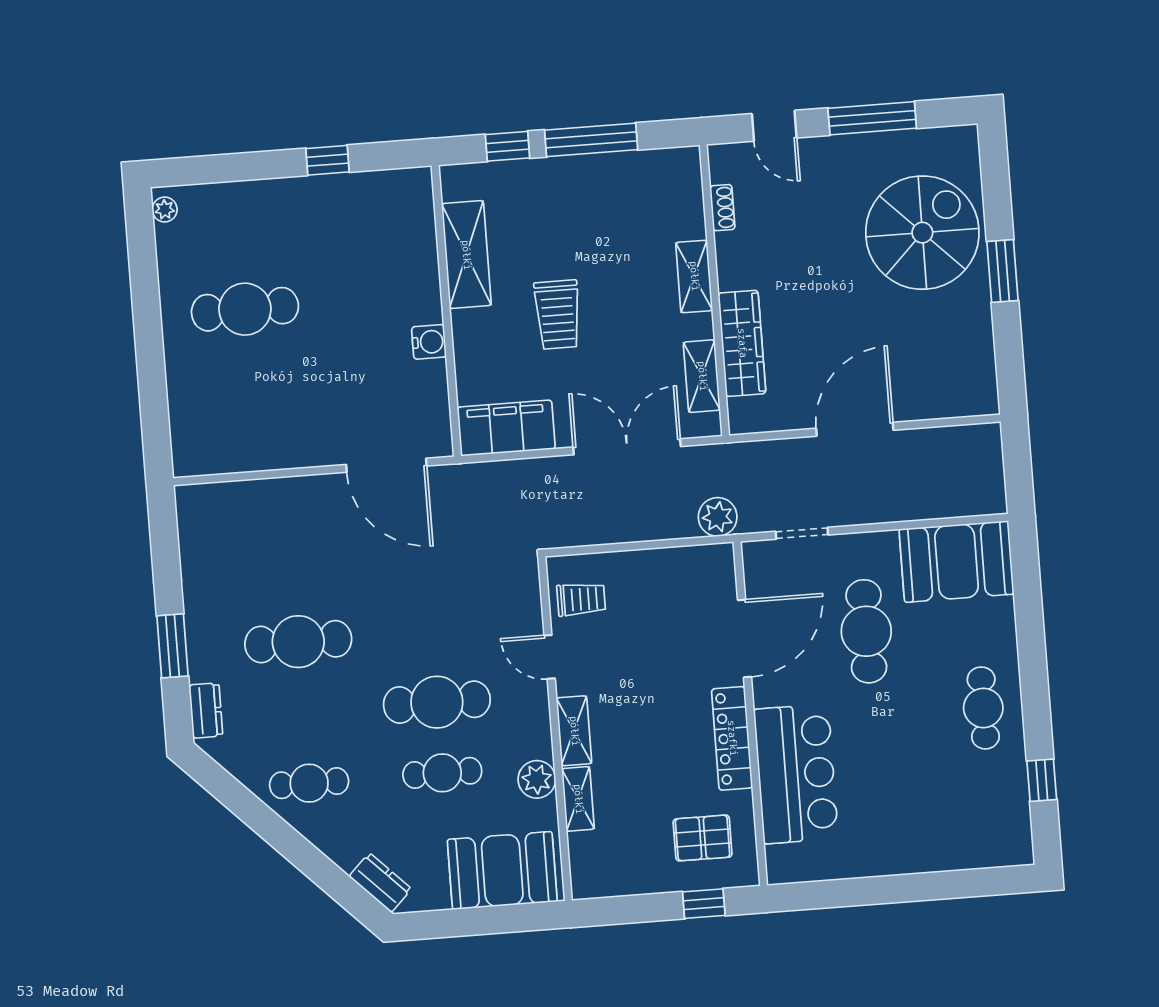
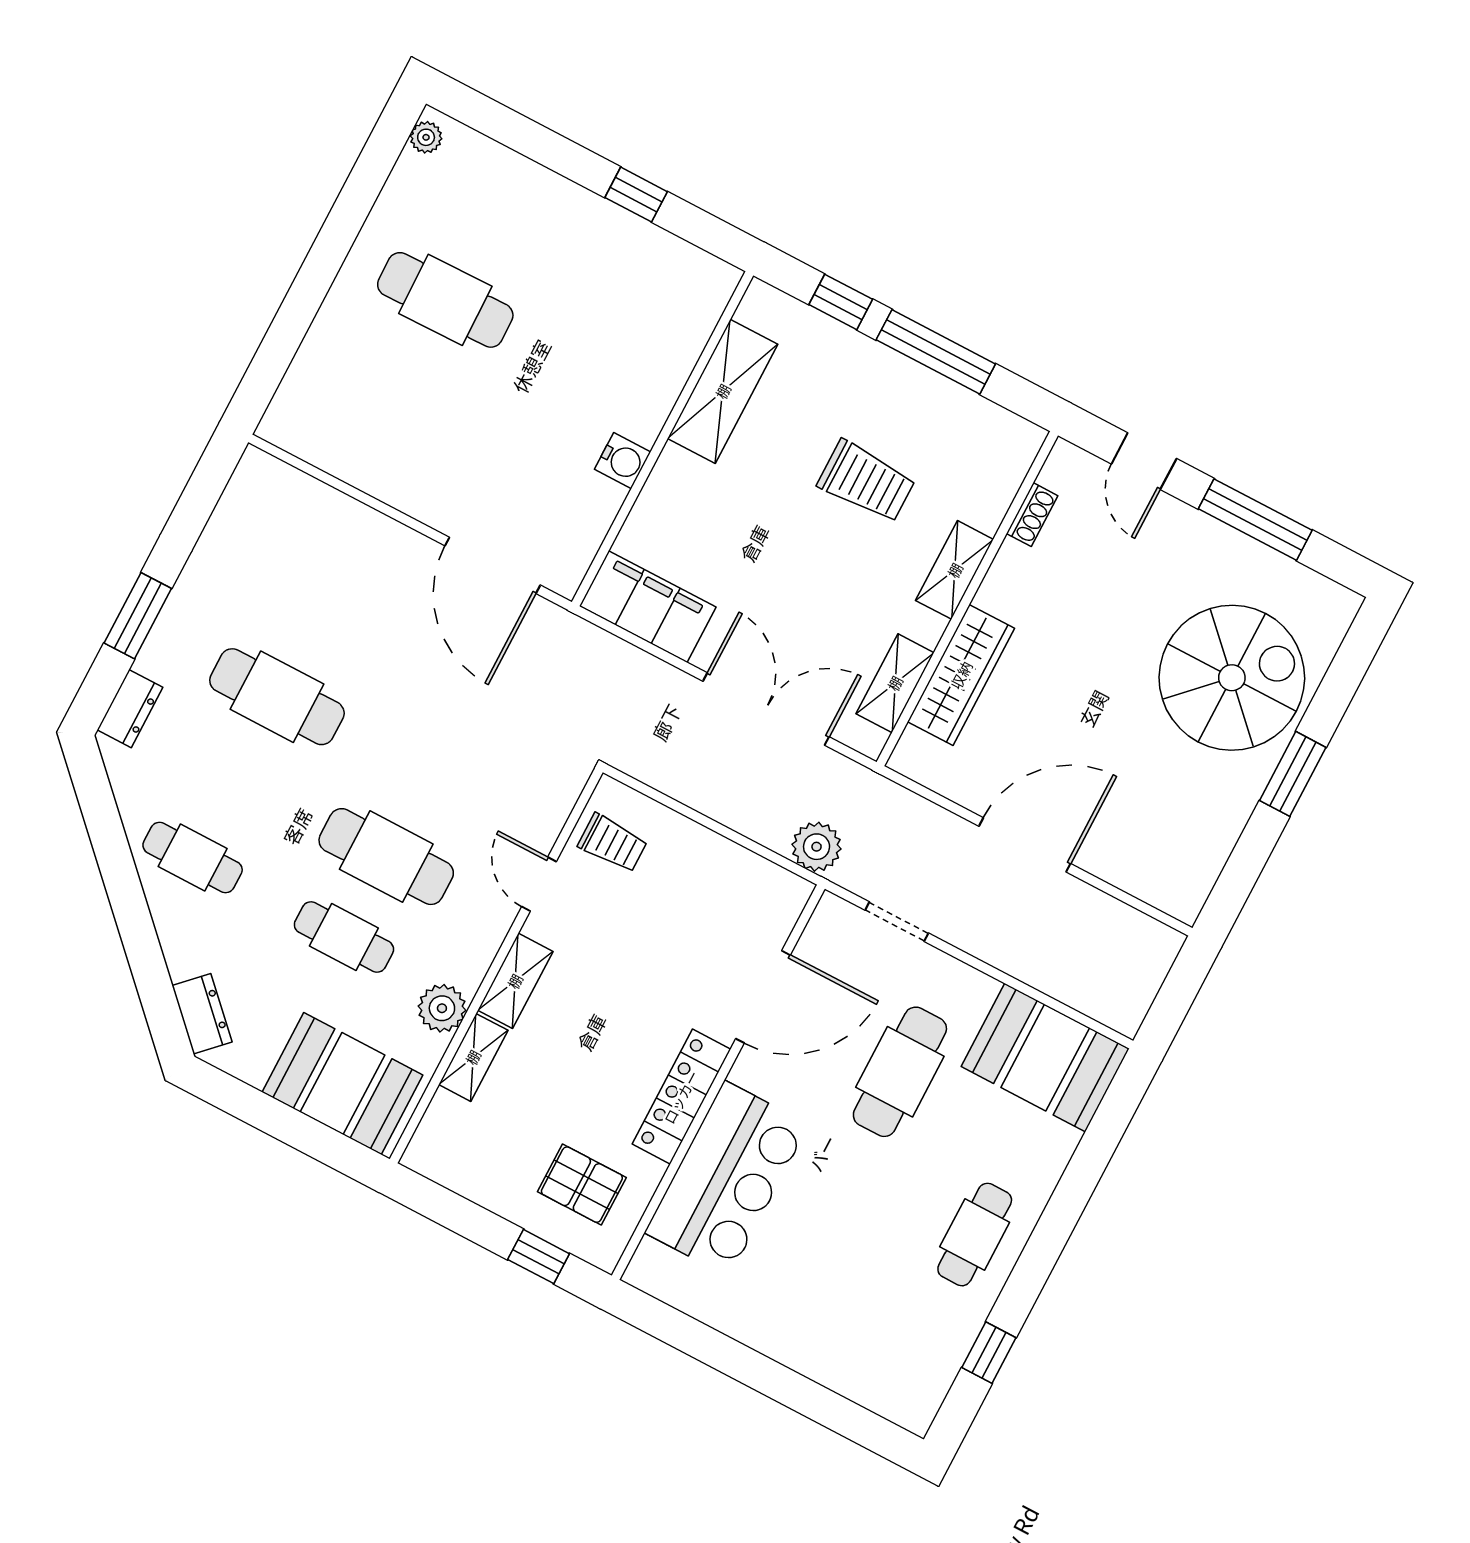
trolley: (558, 315) -> (866, 482), moved, turned -90

